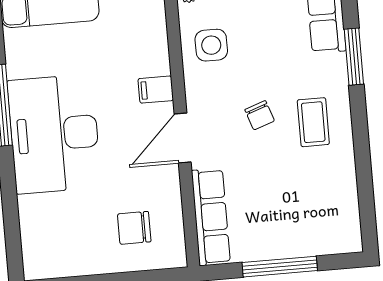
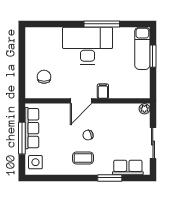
side table: (211, 45) -> (35, 162), moved
door: (183, 138) -> (81, 101), swing flipped
row of seats: (211, 217) -> (32, 128), moved, turned -90

